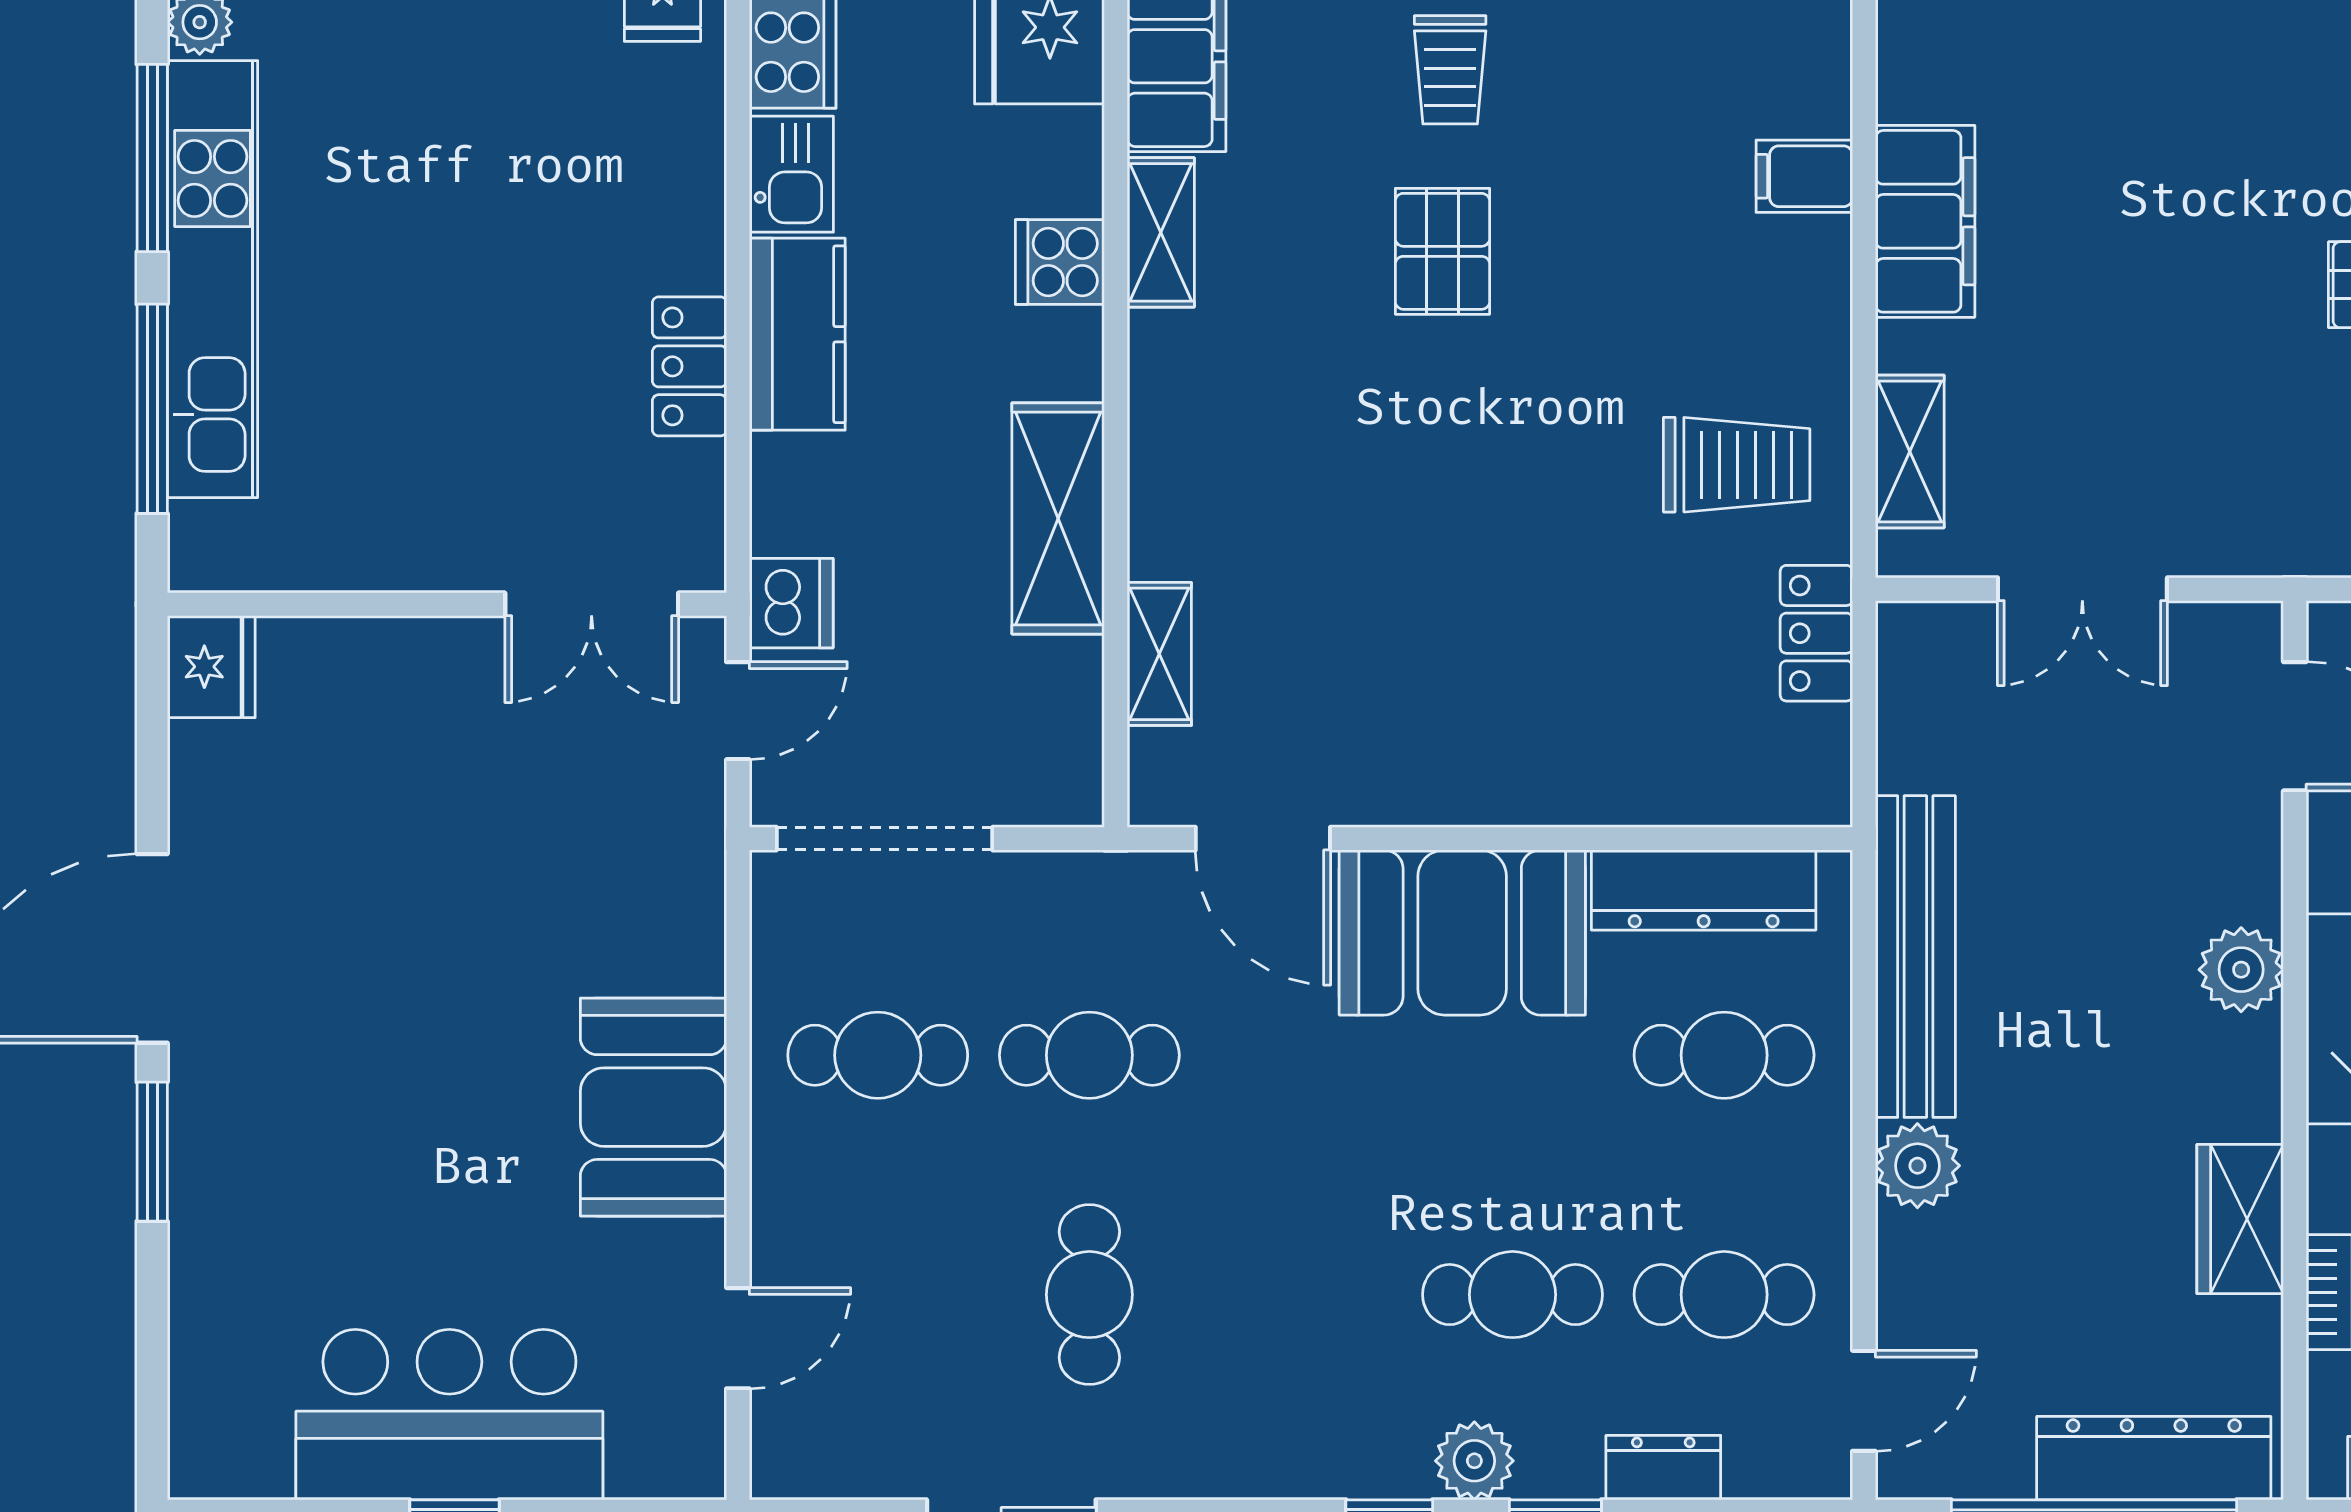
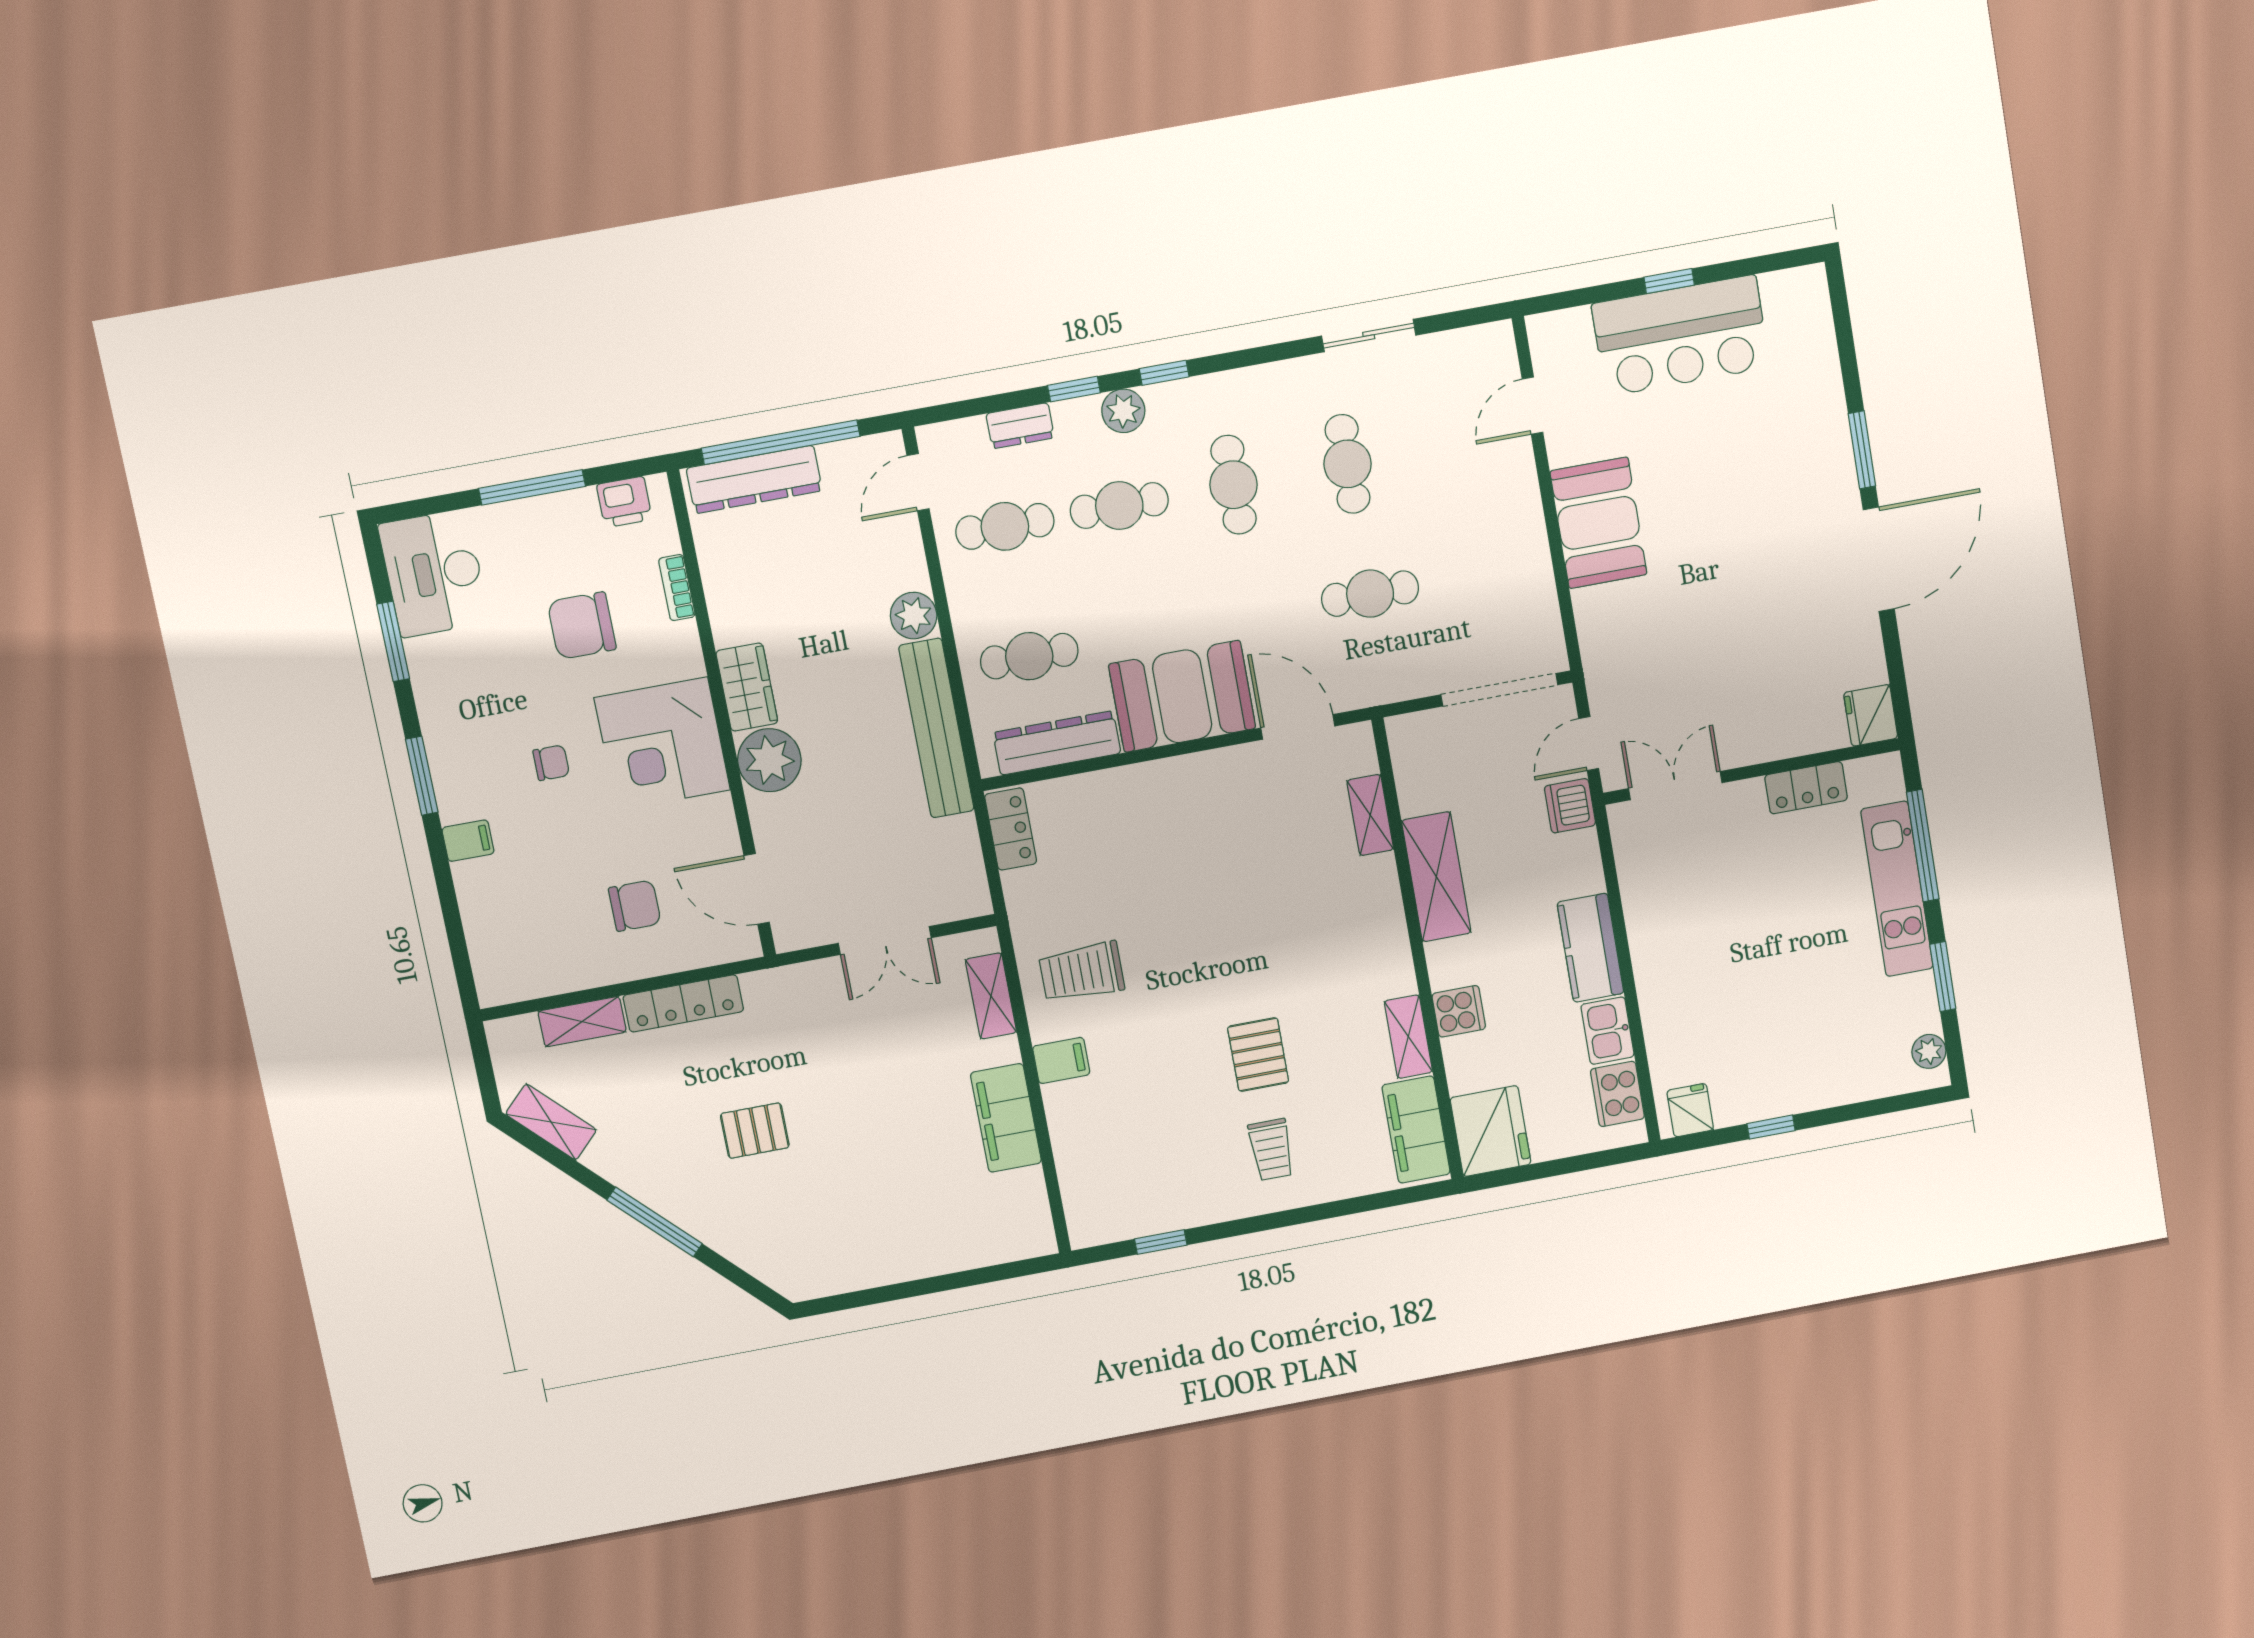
trolley: (1450, 70) -> (1271, 1150), turned 180
window: (152, 158) -> (1943, 976), width x0.69
filing cabinet: (1804, 176) -> (1061, 1060), moved
kitchen unit: (213, 279) -> (1897, 889), width x0.73
locker: (689, 366) -> (1806, 788), moved, turned 90
double door: (2082, 589) -> (885, 940), swing flipped
locker: (1816, 633) -> (1011, 829), moved
plant: (2241, 970) -> (769, 760), width x1.36, depth x1.36
cafe table: (878, 1055) -> (1234, 485), moved, turned 90
wardrobe: (2240, 1219) -> (747, 687), moved

